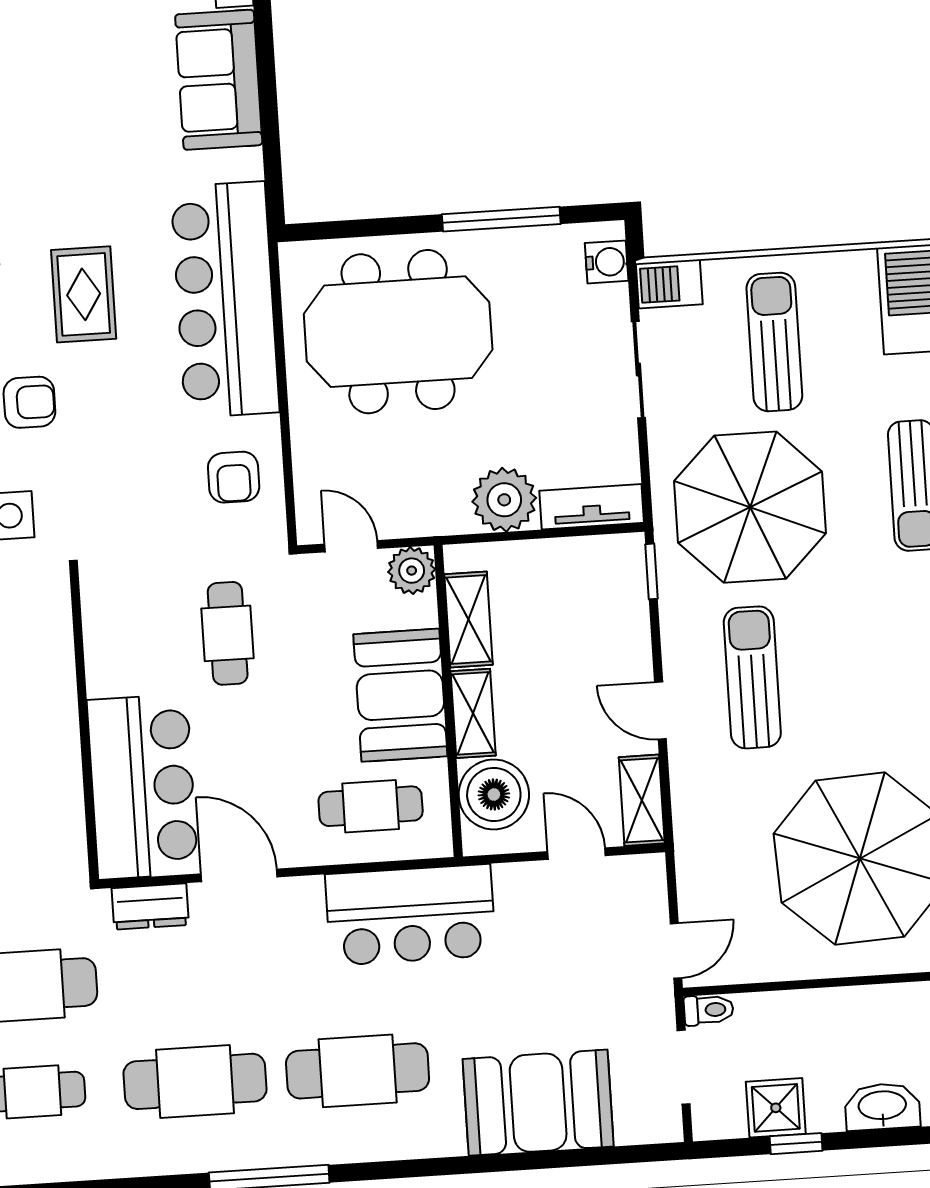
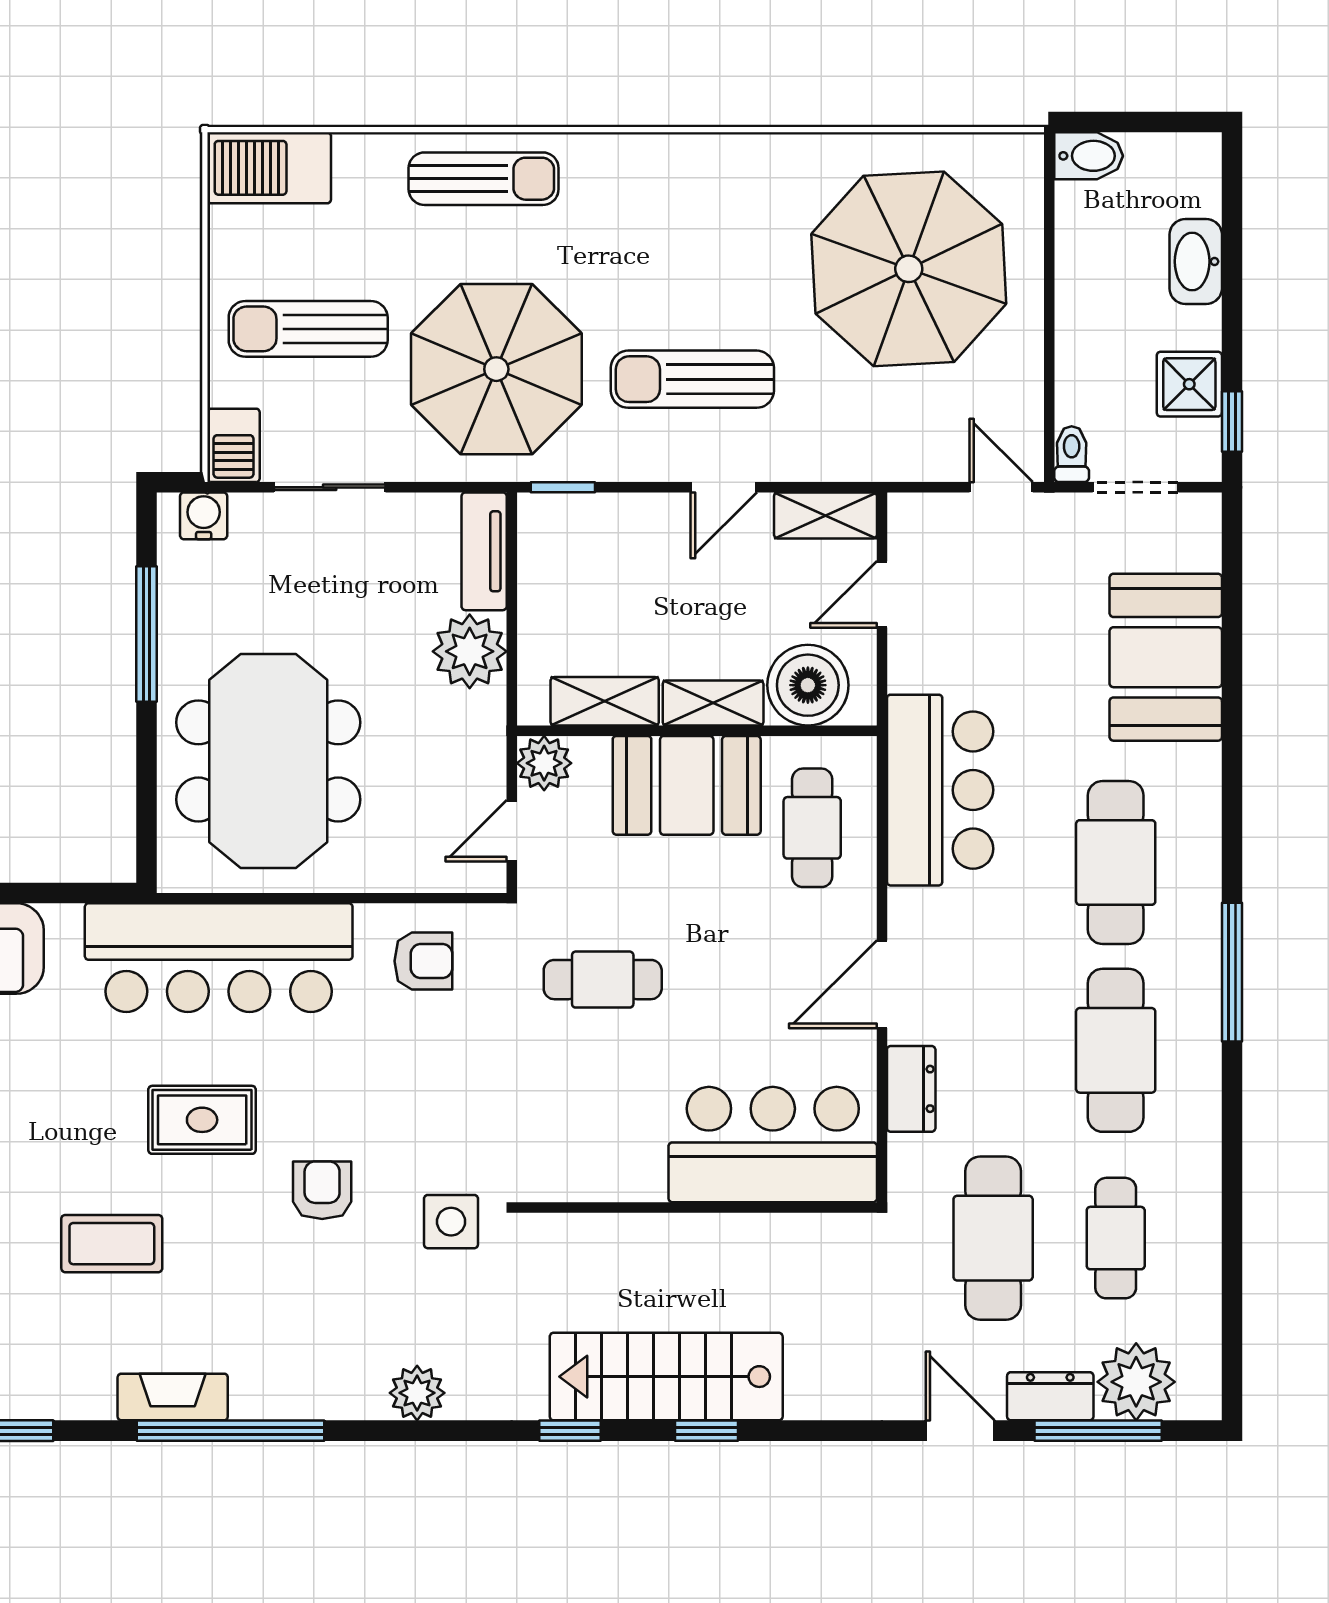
wall: (84, 724) -> (697, 1207), moved
bar counter: (143, 787) -> (773, 1145), moved
window: (796, 1144) -> (1232, 422), moved

